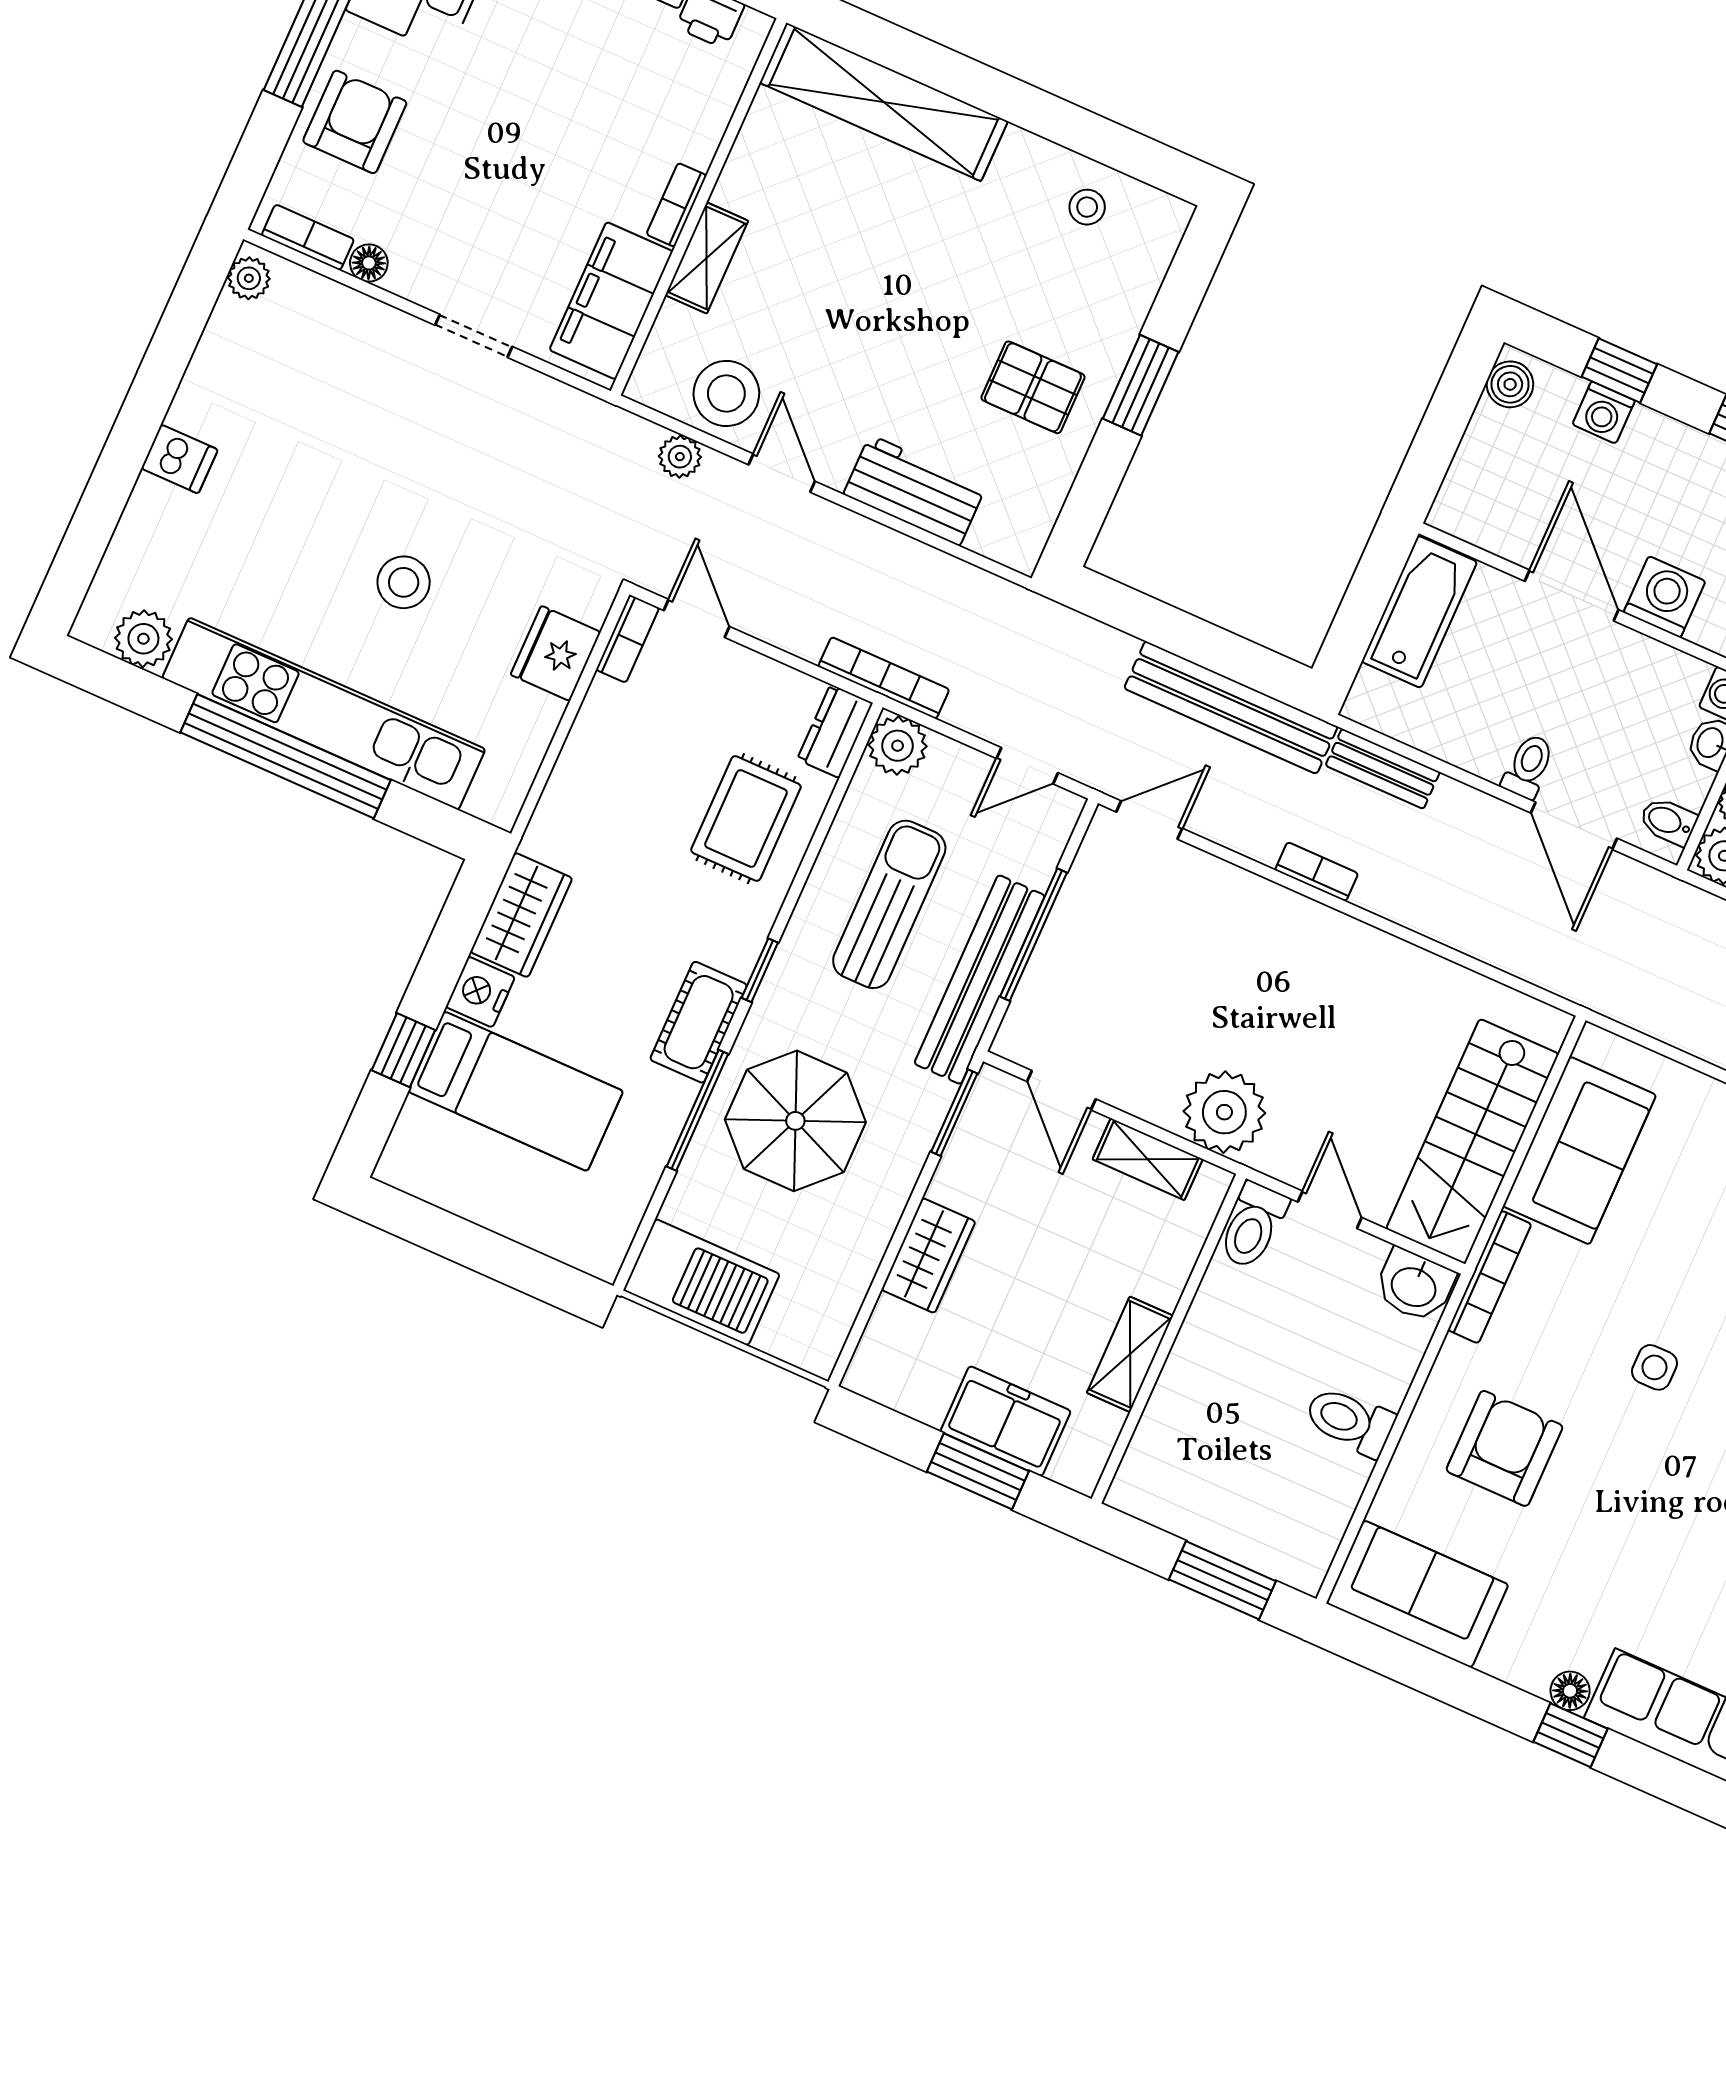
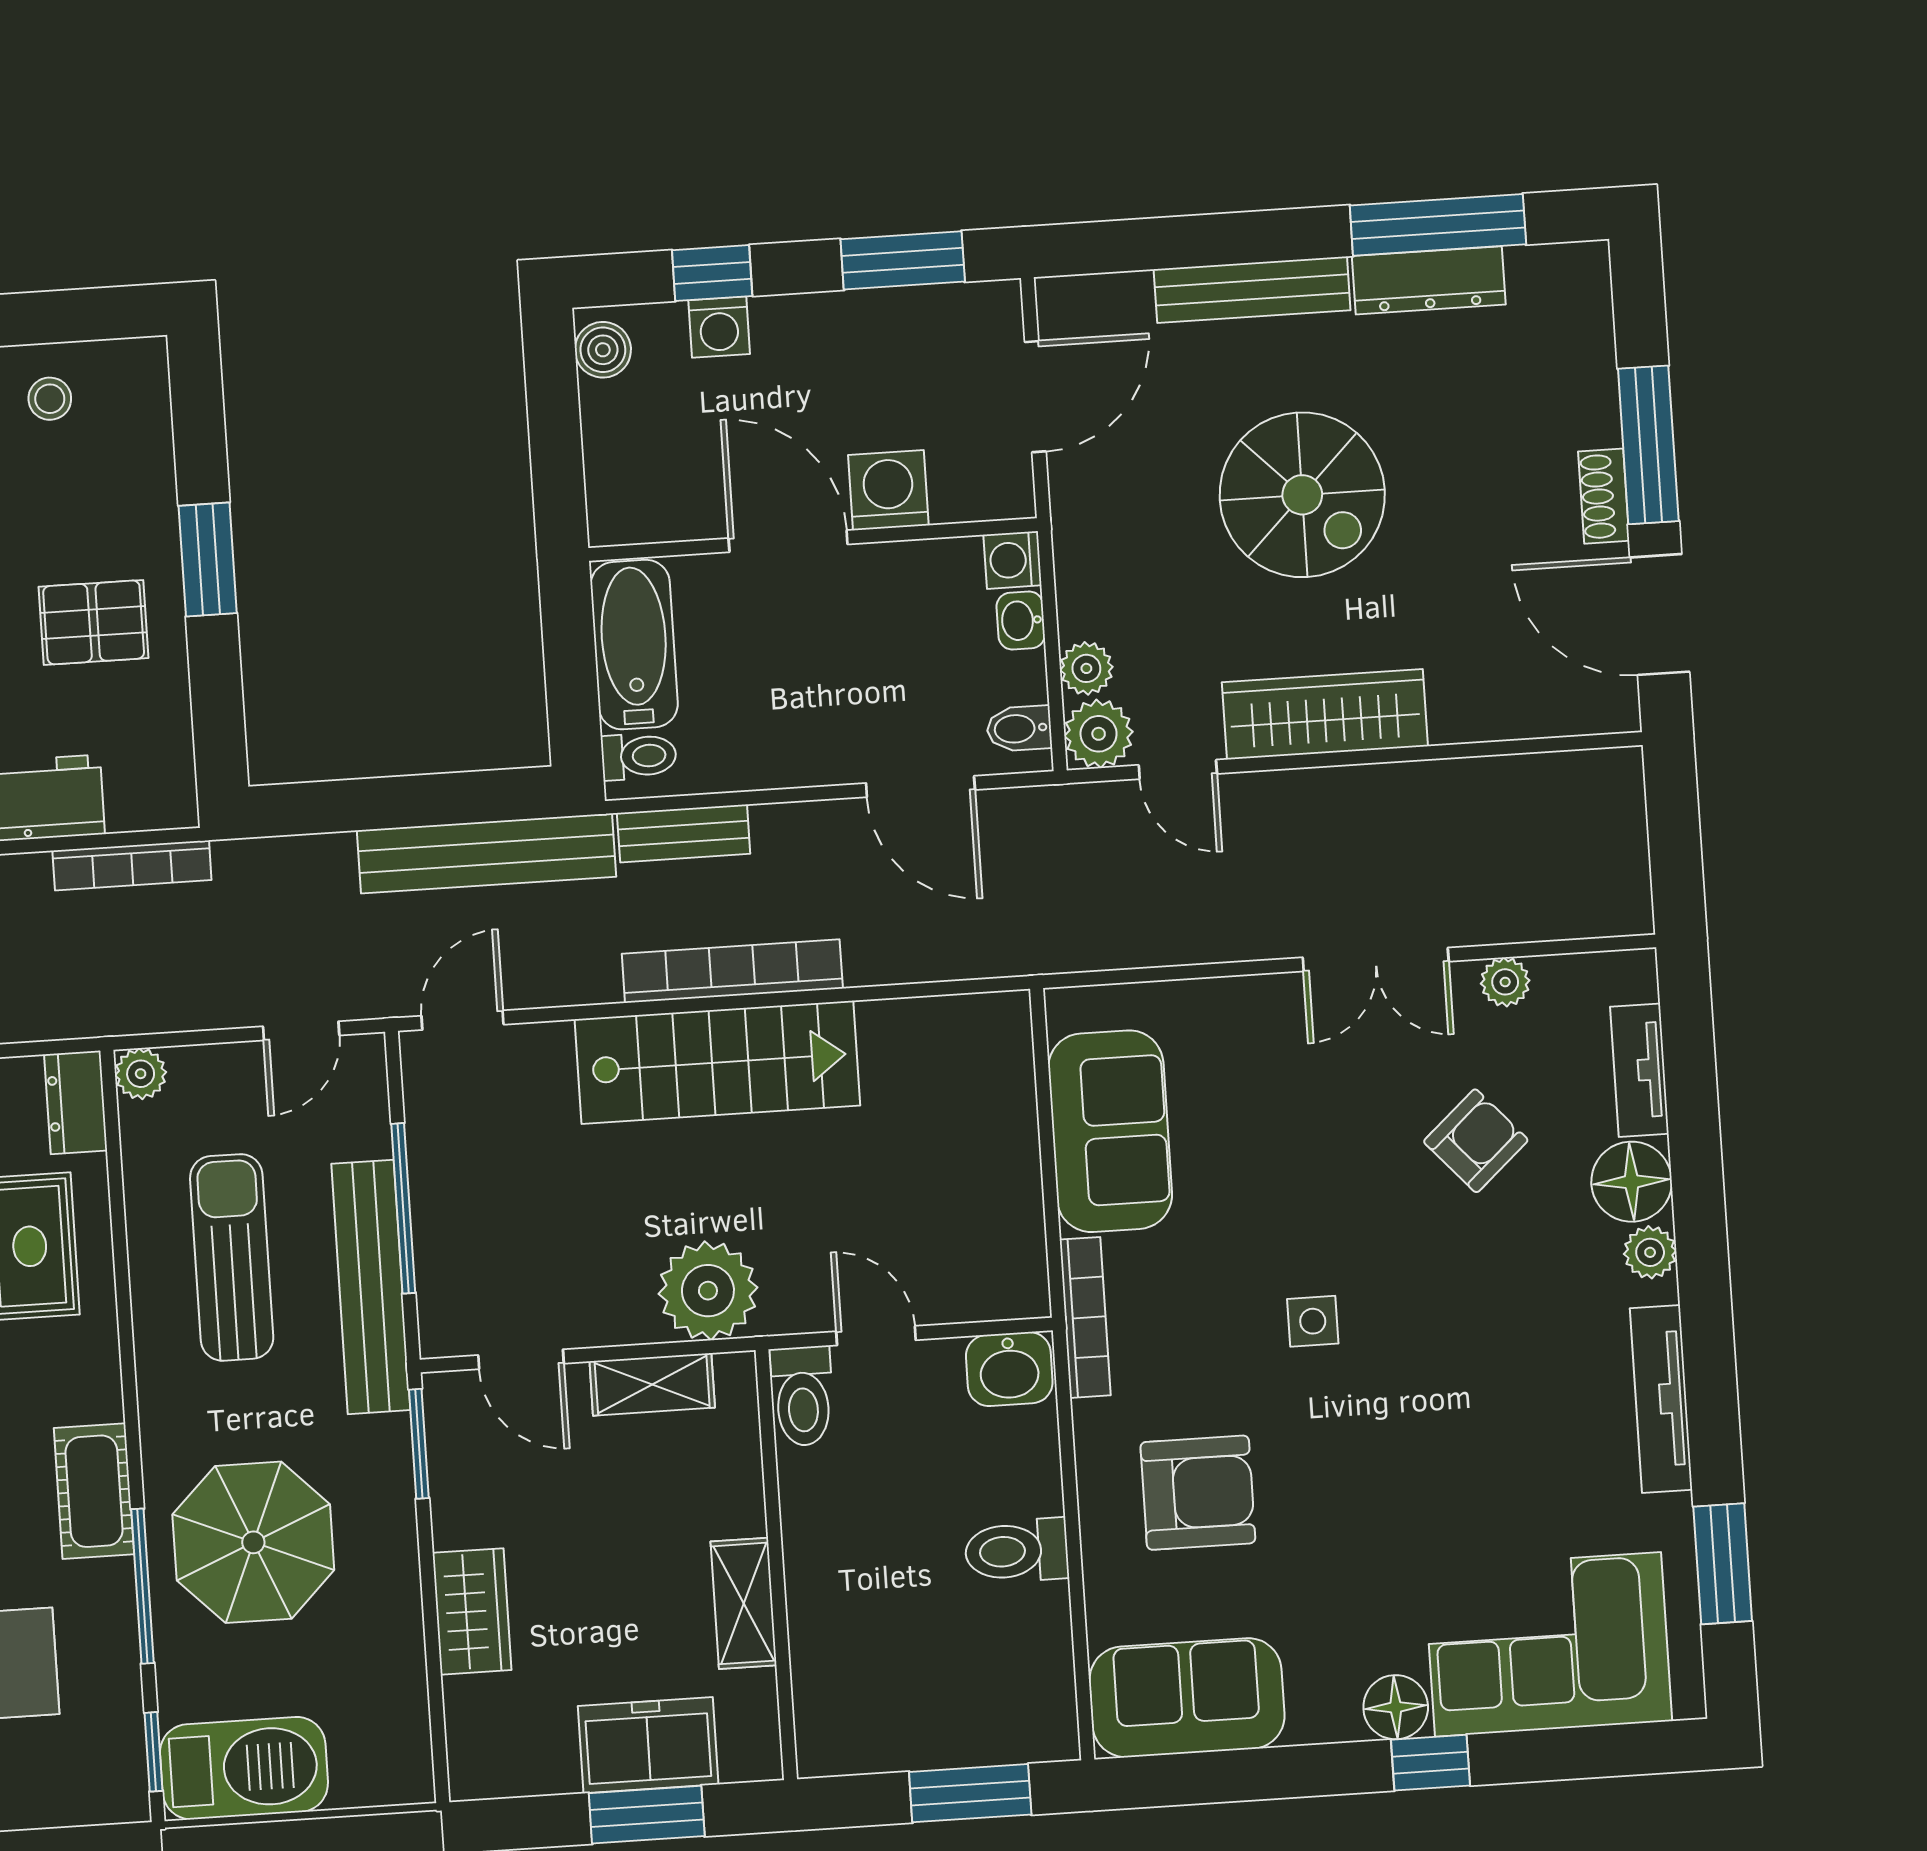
bookcase: (884, 678) -> (132, 865), moved, turned 180
plant: (898, 746) -> (141, 1074), width x0.73, depth x0.73
toilet: (1528, 766) -> (639, 756), moved, turned 90
bookcase: (1317, 872) -> (732, 971), width x2.31, depth x1.31
window: (760, 970) -> (153, 1752), moved
stairs: (1473, 1141) -> (717, 1062), moved, turned -90
armchair: (1504, 1448) -> (1198, 1493), turned 90
floor lamp: (1570, 1691) -> (1396, 1707), width x1.37, depth x1.37

